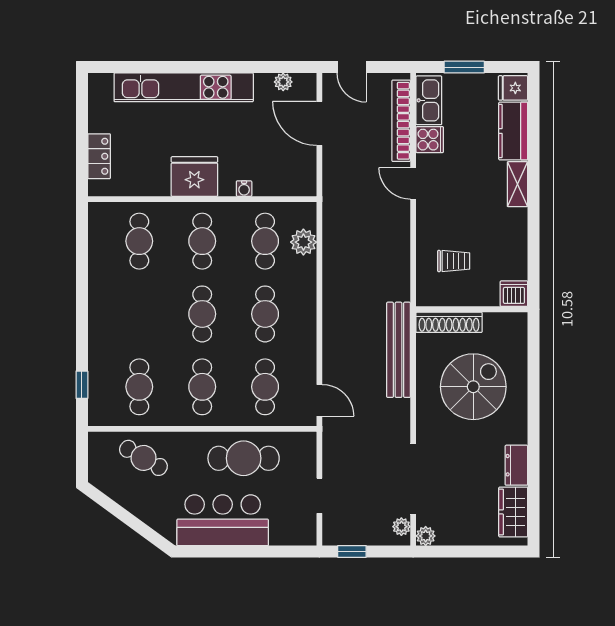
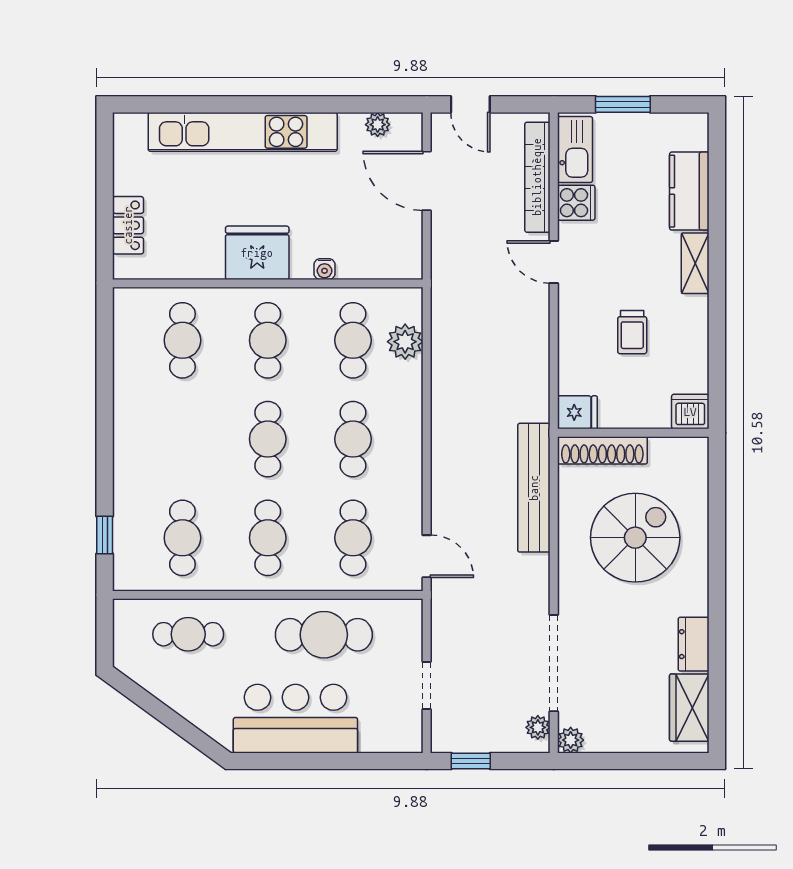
fridge: (513, 88) -> (577, 412), moved, turned 180
trolley: (454, 261) -> (632, 332), moved, turned 90
cafe table: (143, 458) -> (188, 634), turned -30

